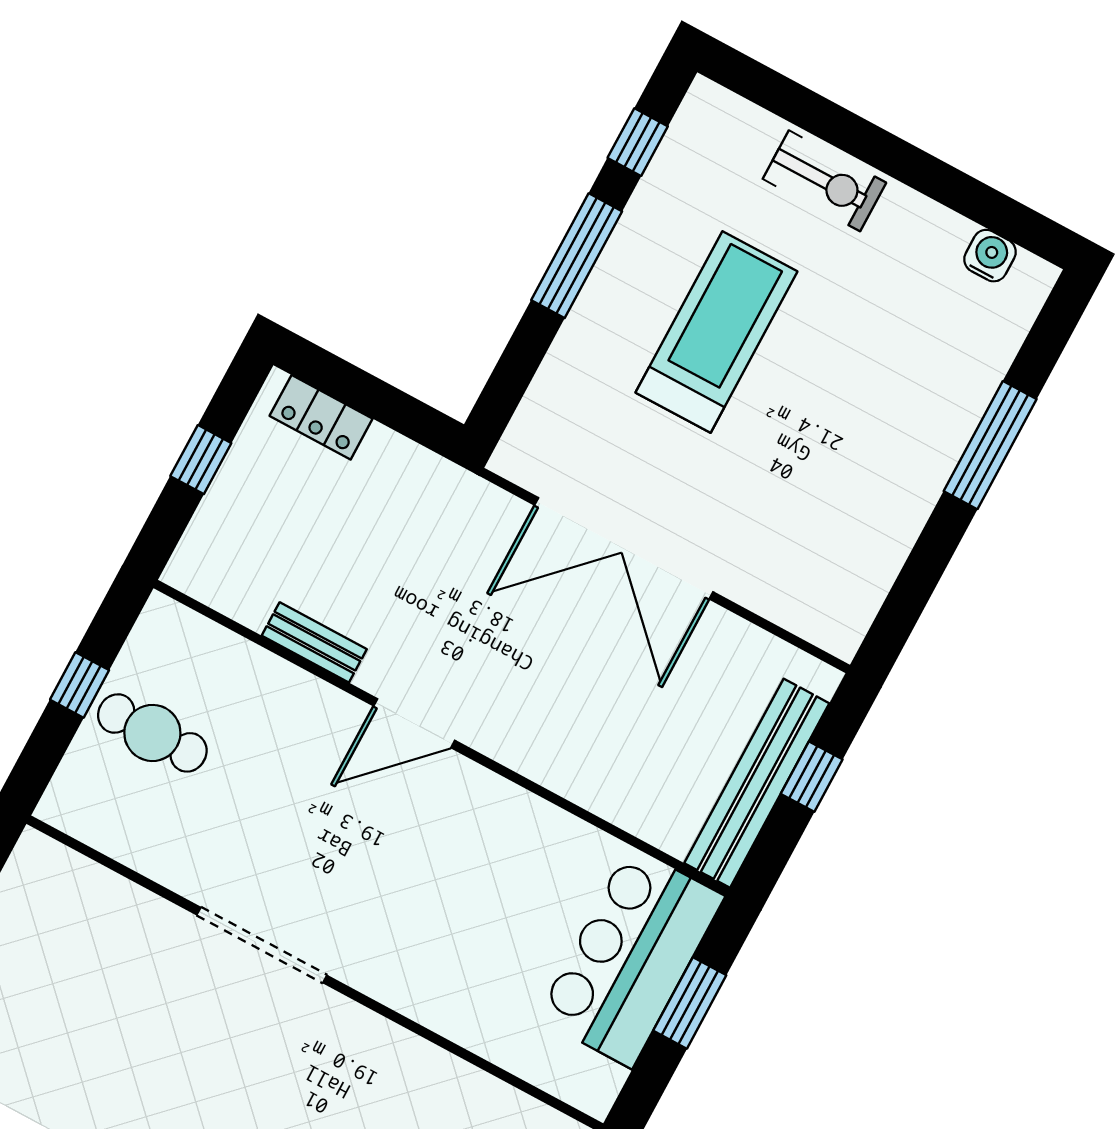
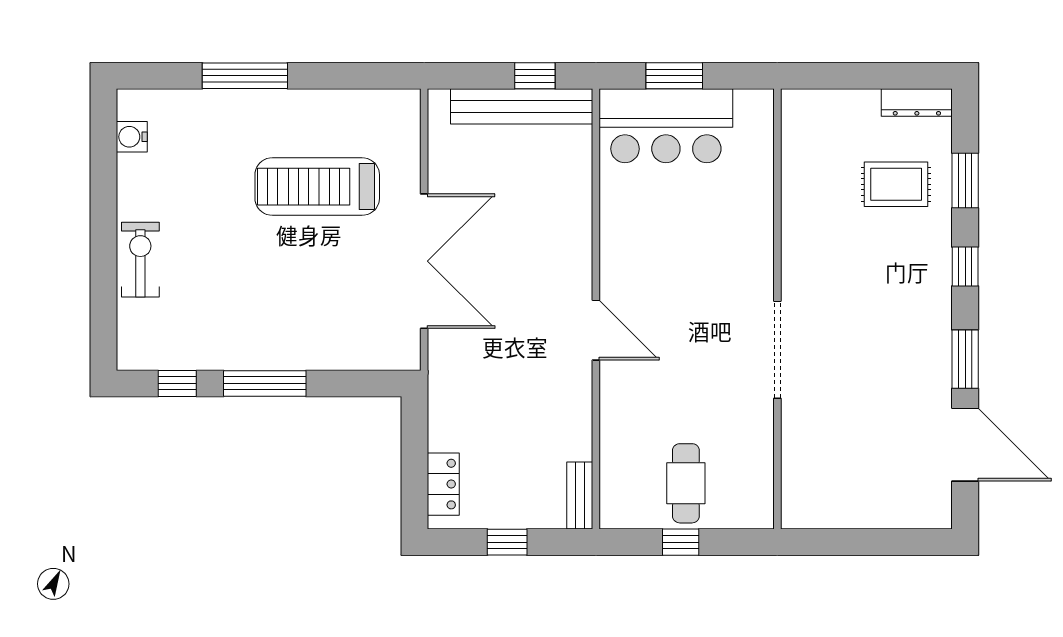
treadmill: (716, 332) -> (317, 187), moved
bench: (314, 642) -> (580, 496), moved
window: (812, 777) -> (535, 76), moved

